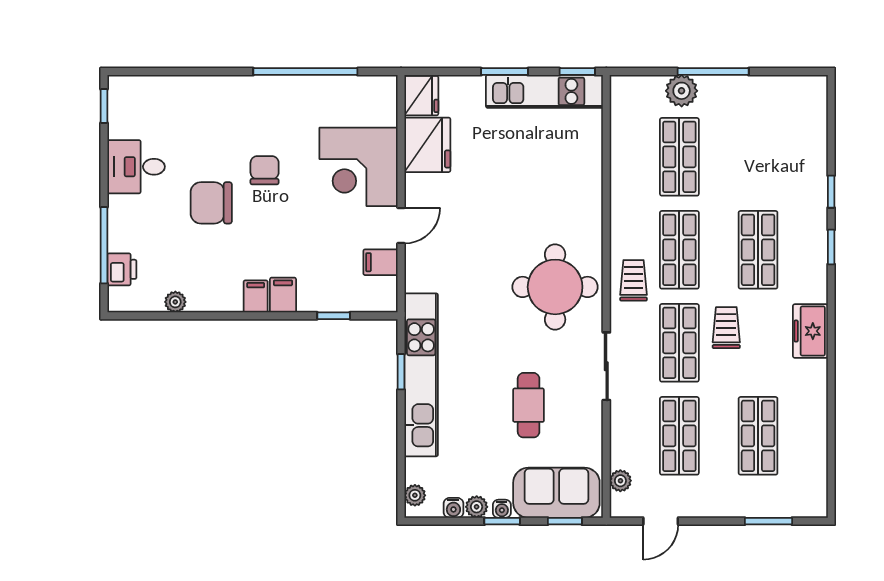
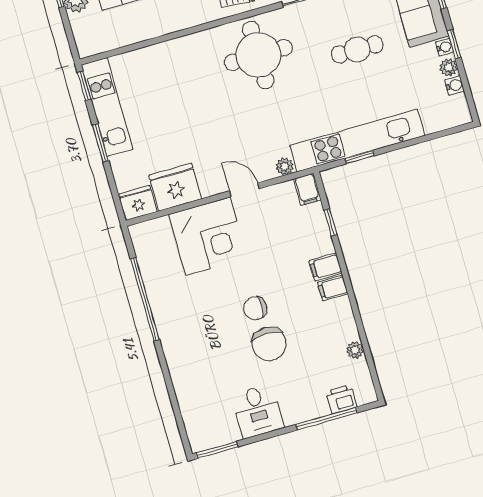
window: (104, 106) -> (217, 450), width x1.50
chair: (265, 170) -> (255, 308), moved
filing cabinet: (380, 262) -> (307, 189), moved
plant: (415, 495) -> (285, 167), moved

